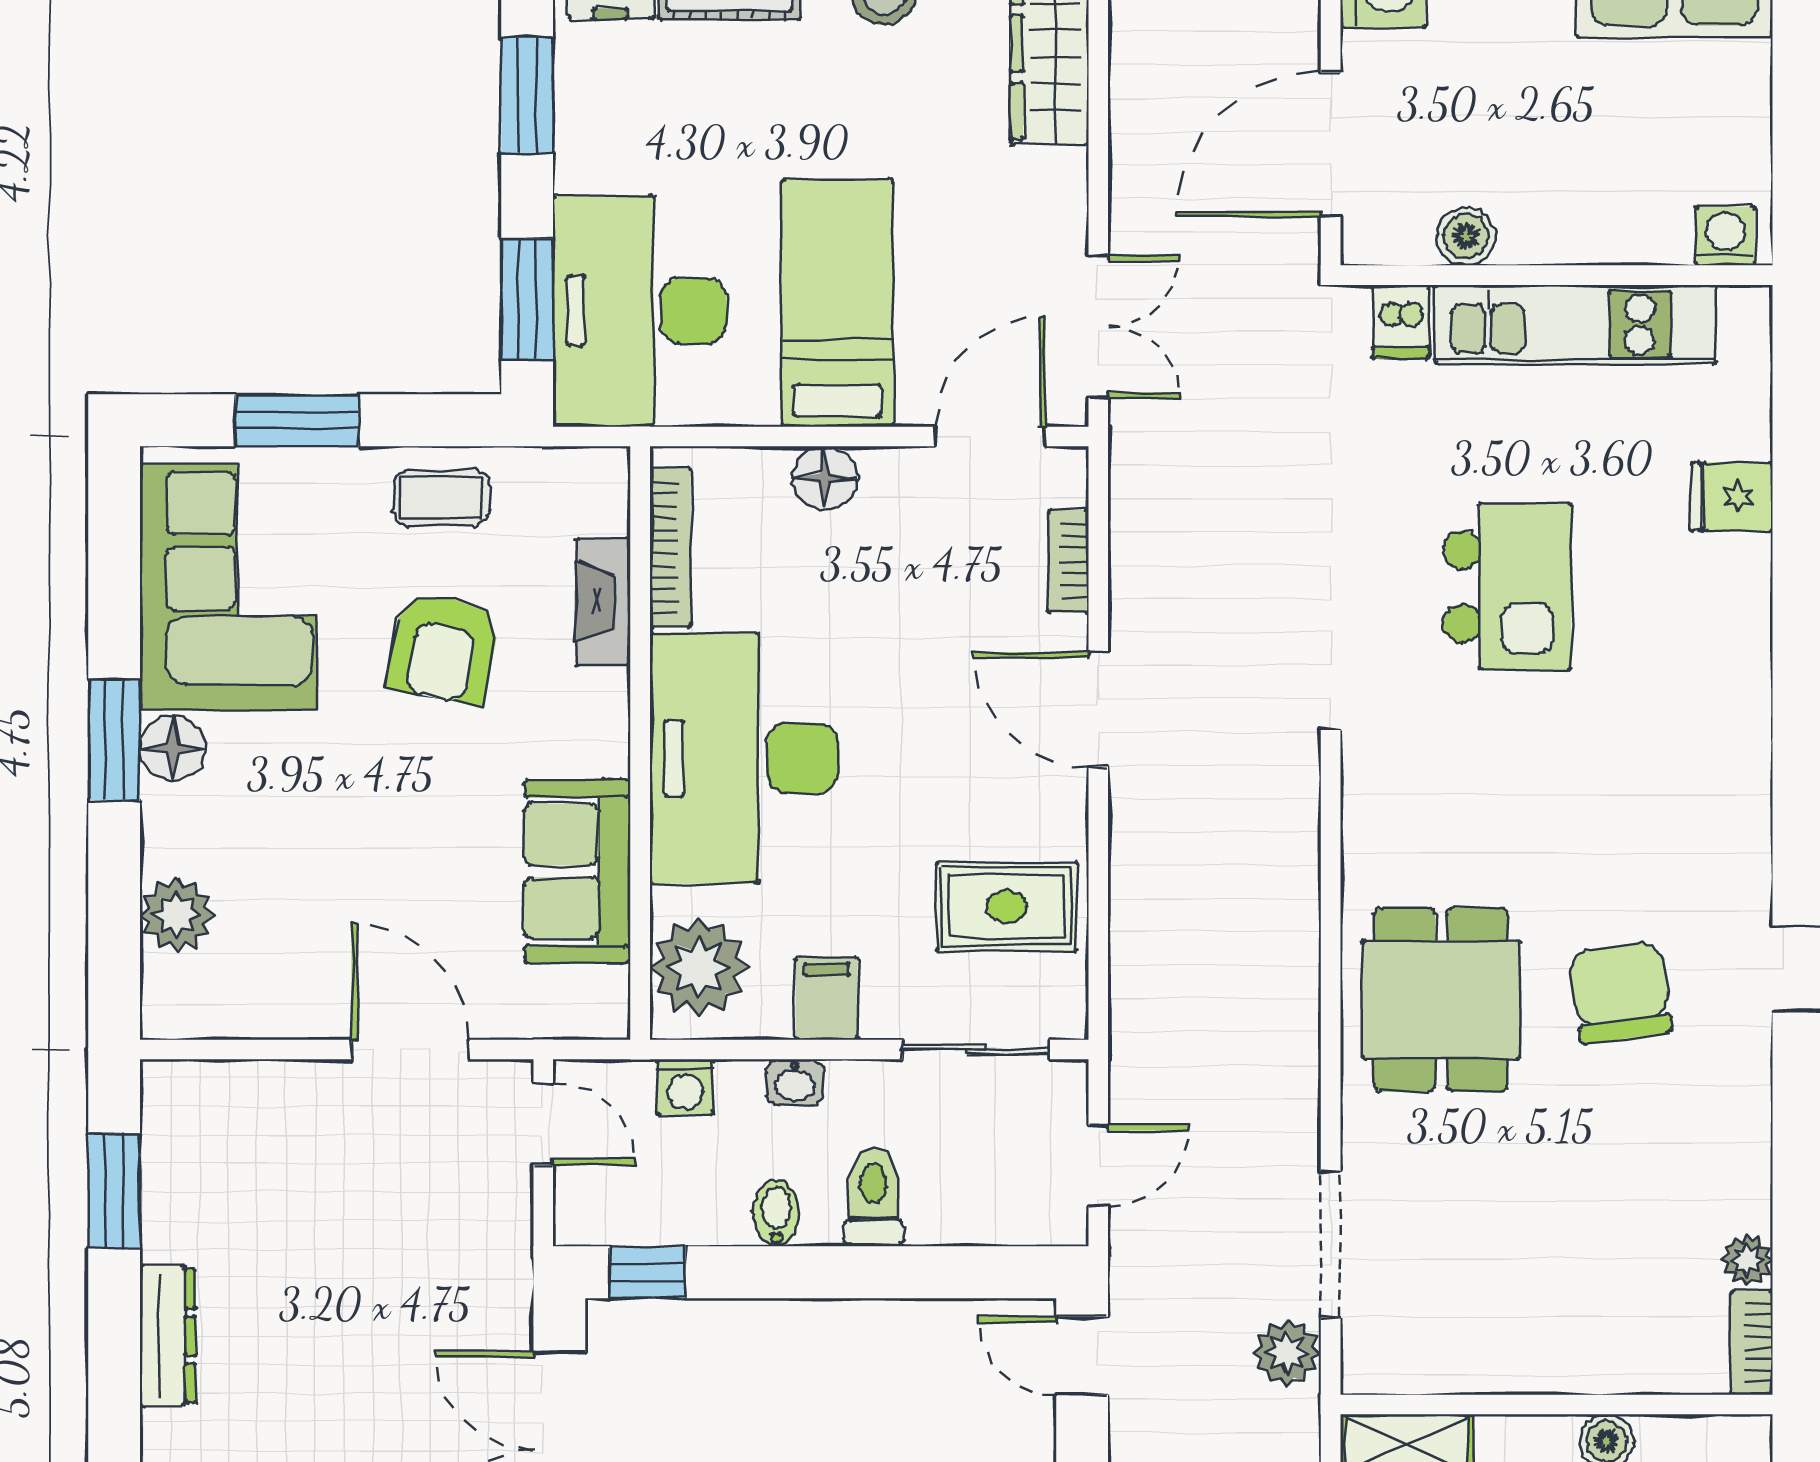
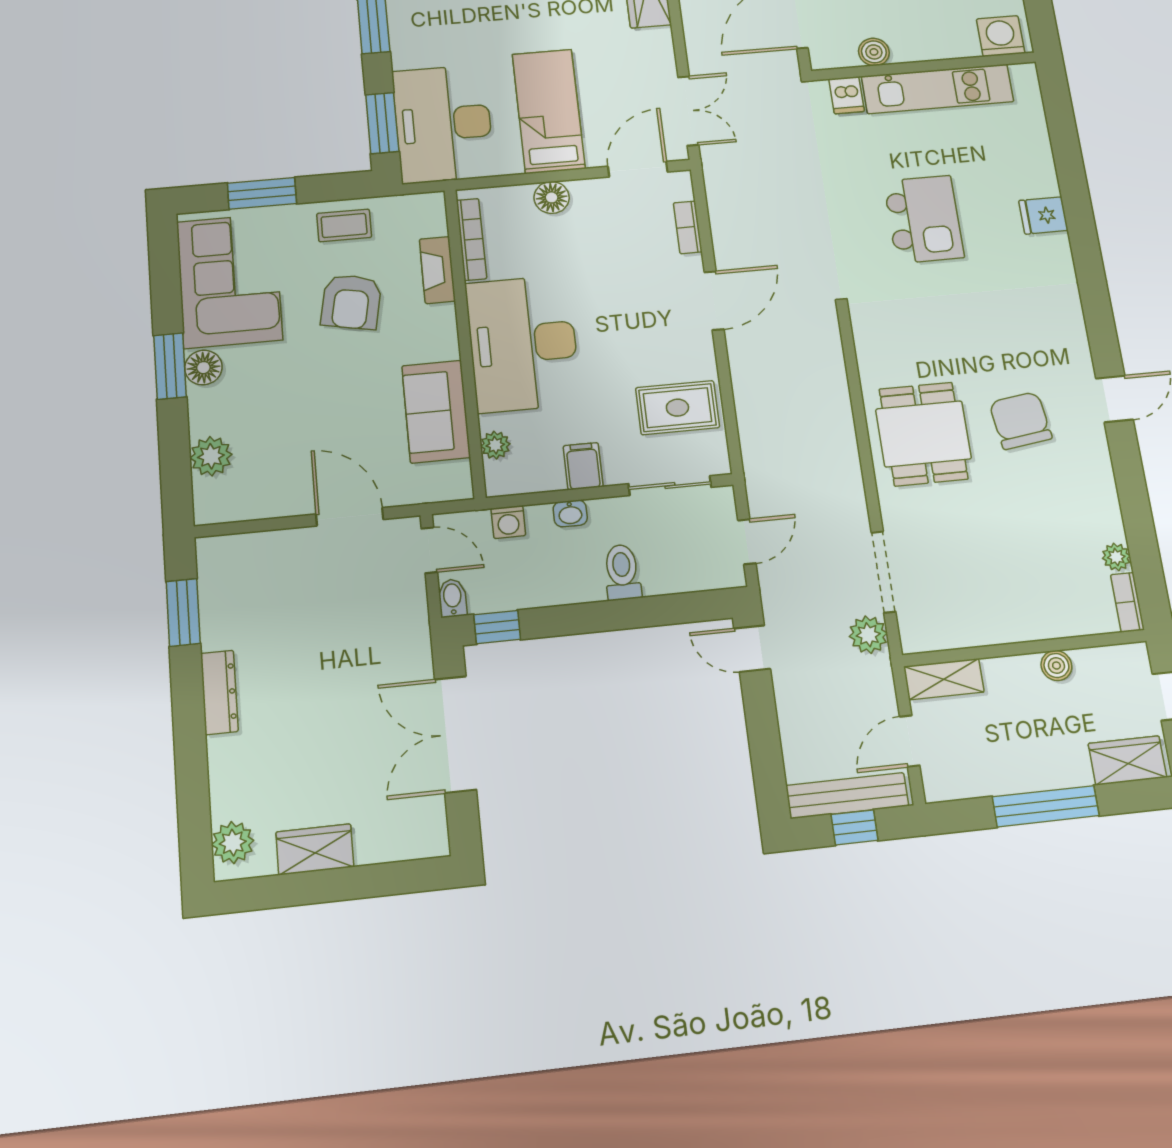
washing machine: (1725, 236) -> (1001, 36), width x1.38, depth x1.38
fridge: (1732, 497) -> (1043, 215), moved
door: (1098, 709) -> (714, 301), swing flipped
plant: (699, 967) -> (495, 445), width x0.53, depth x0.53
bidet: (776, 1213) -> (452, 598), moved

